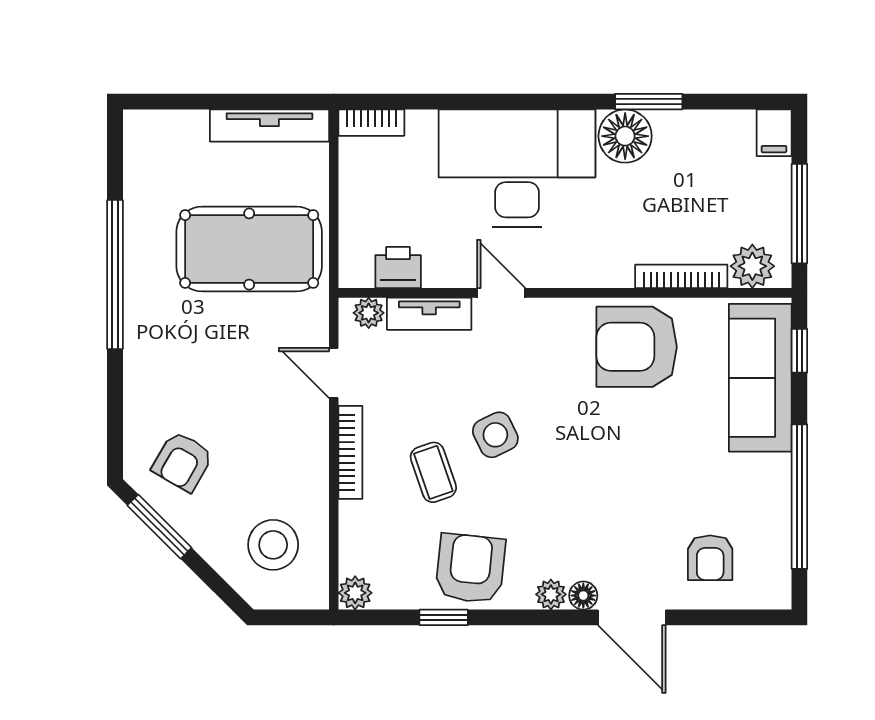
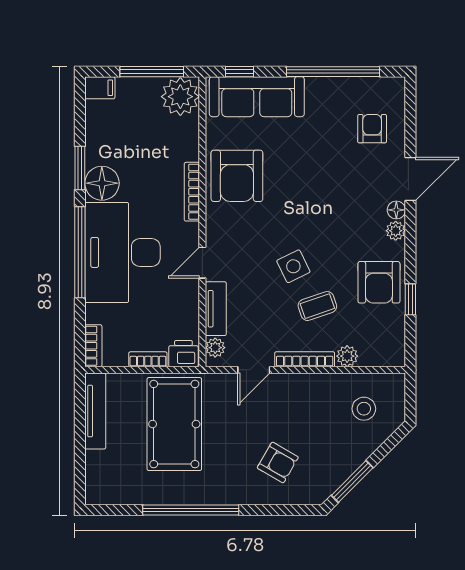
window: (517, 102) -> (80, 252), added
bookcase: (350, 208) -> (148, 359), added
plant: (752, 266) -> (180, 97), width x1.36, depth x1.36
printer: (398, 267) -> (183, 354), moved, turned 90
bookcase: (681, 276) -> (192, 192), moved
armchair: (183, 461) -> (278, 462), moved
stool: (273, 545) -> (364, 409), width x0.73, depth x0.73
armchair: (710, 558) -> (372, 129), turned -90
armchair: (470, 568) -> (379, 282), turned -96
plant: (355, 593) -> (347, 356), moved

